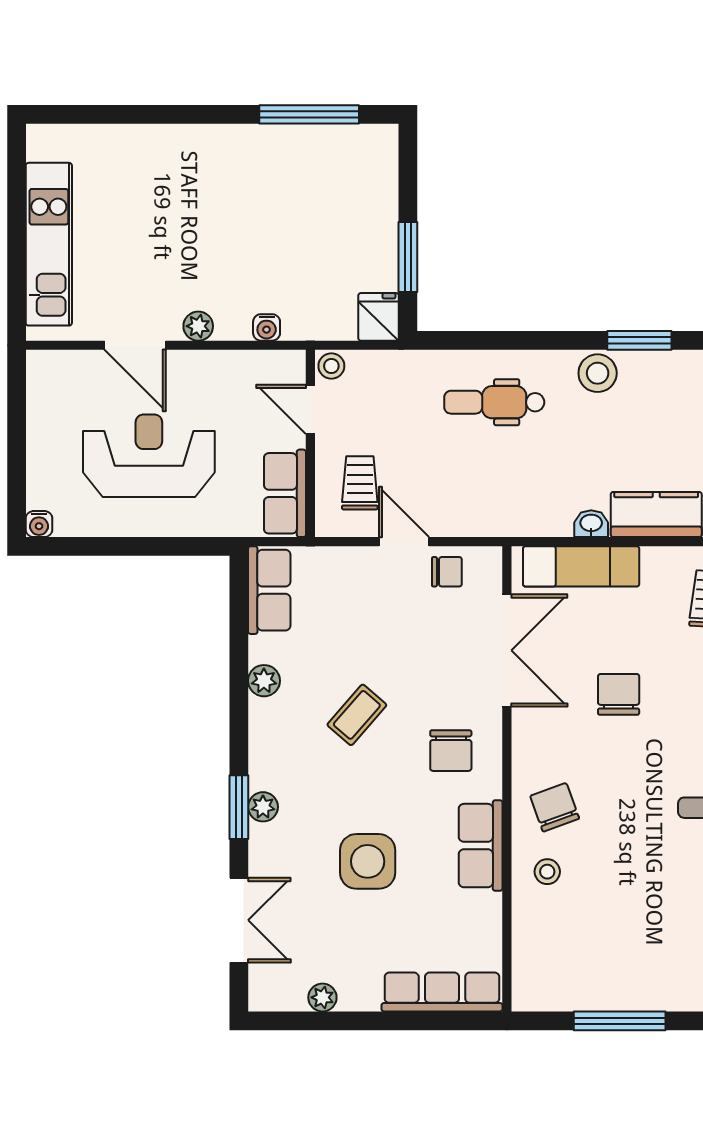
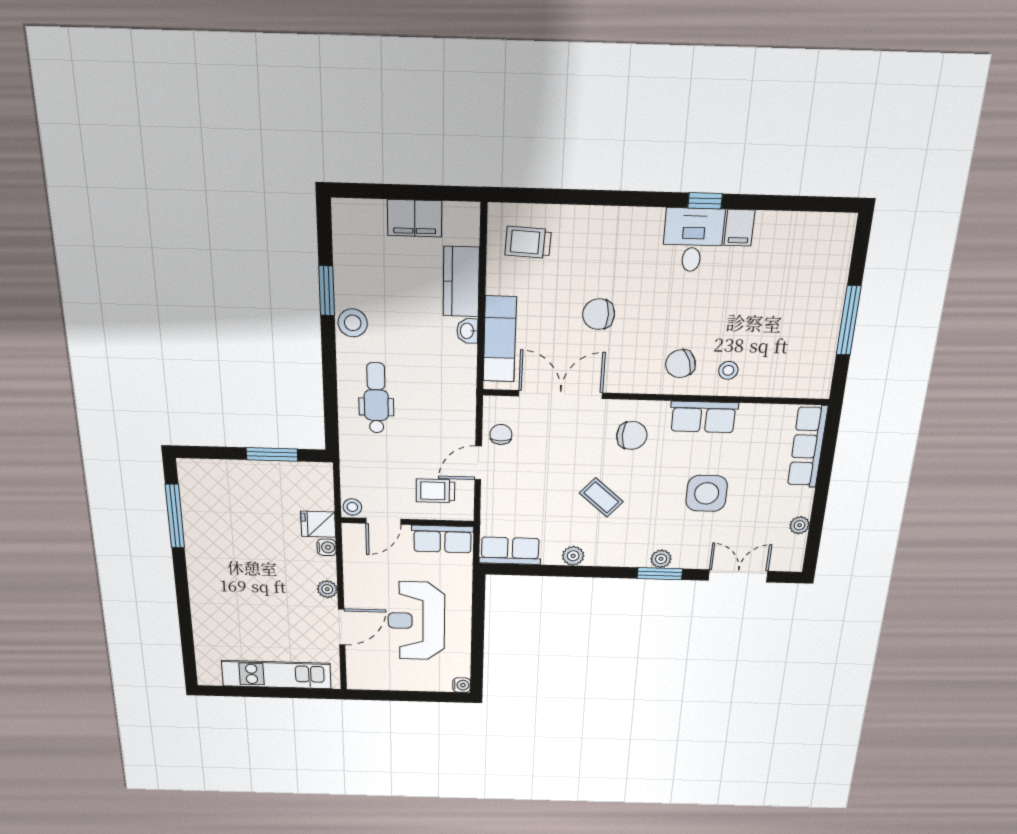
fridge: (379, 317) -> (318, 524), moved
dental chair: (494, 402) -> (376, 398), turned 180

